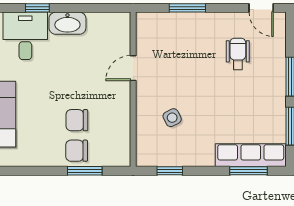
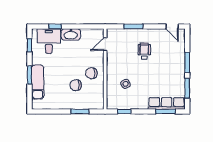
wheelchair: (238, 54) -> (144, 51), moved
door: (133, 68) -> (105, 44), moved
chair: (77, 151) -> (91, 73), moved

